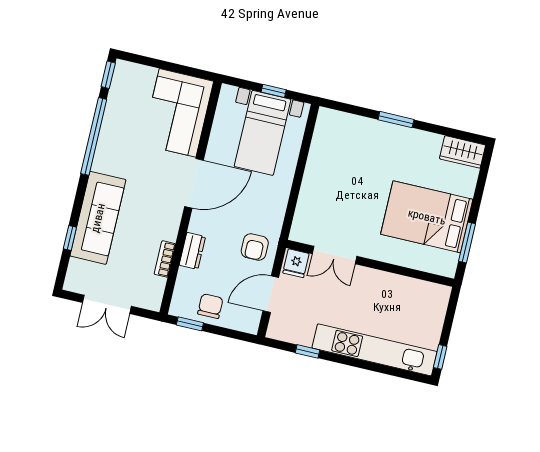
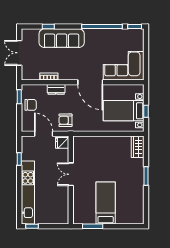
wardrobe: (463, 152) -> (138, 147), moved
bed: (427, 217) -> (106, 203), width x0.67
double door: (334, 255) -> (71, 174), moved

